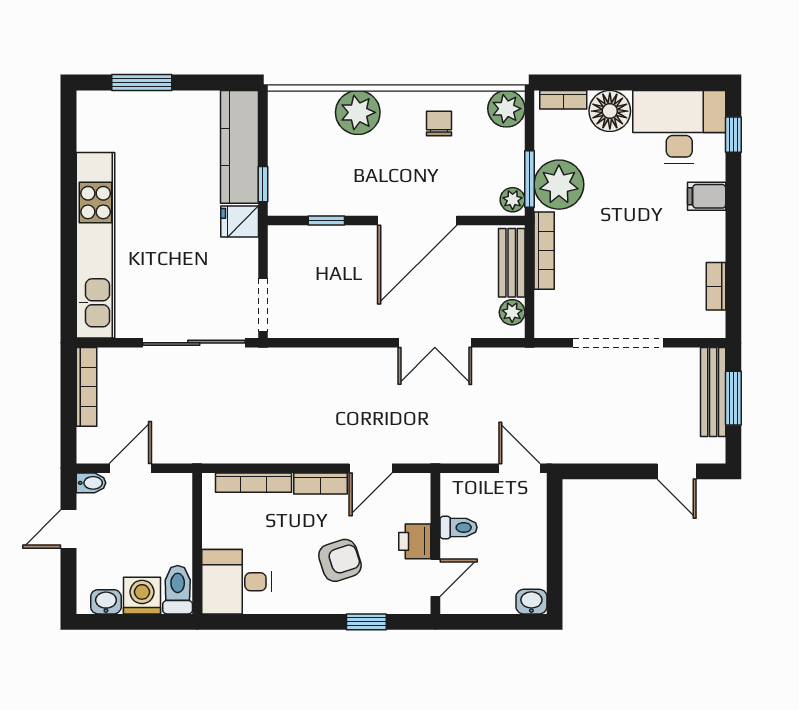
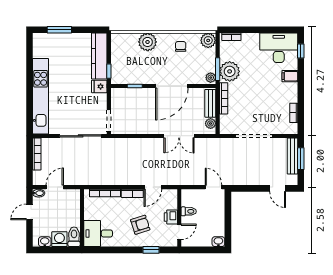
floor lamp: (610, 111) -> (250, 41), removed

